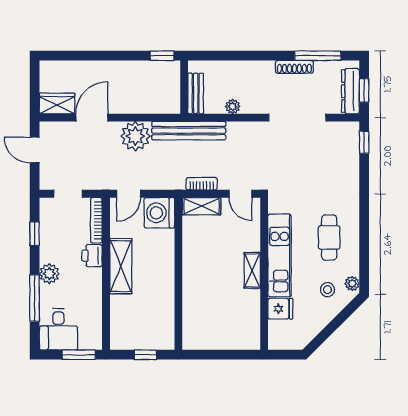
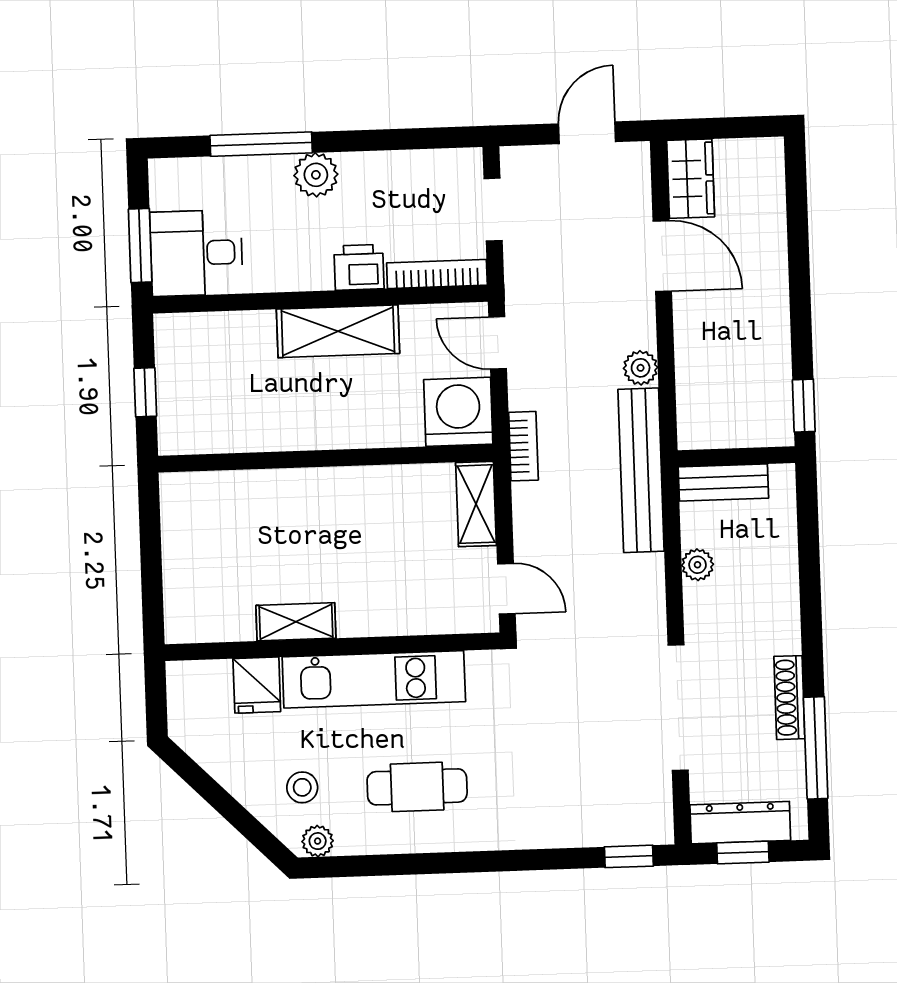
plant: (135, 136) -> (641, 368), width x0.53, depth x0.53
bookcase: (202, 184) -> (523, 446), moved
door: (240, 194) -> (506, 589), swing flipped
window: (35, 234) -> (403, 139), removed
shelving: (252, 270) -> (296, 622), moved
desk: (58, 329) -> (196, 253), moved

